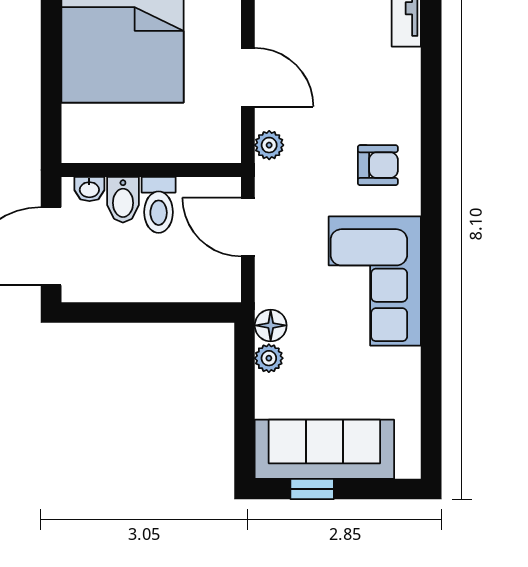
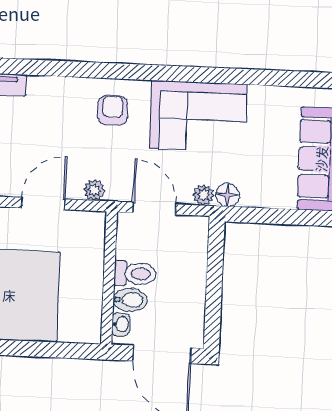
door: (248, 227) -> (154, 208), swing flipped
plant: (269, 358) -> (203, 195), moved

